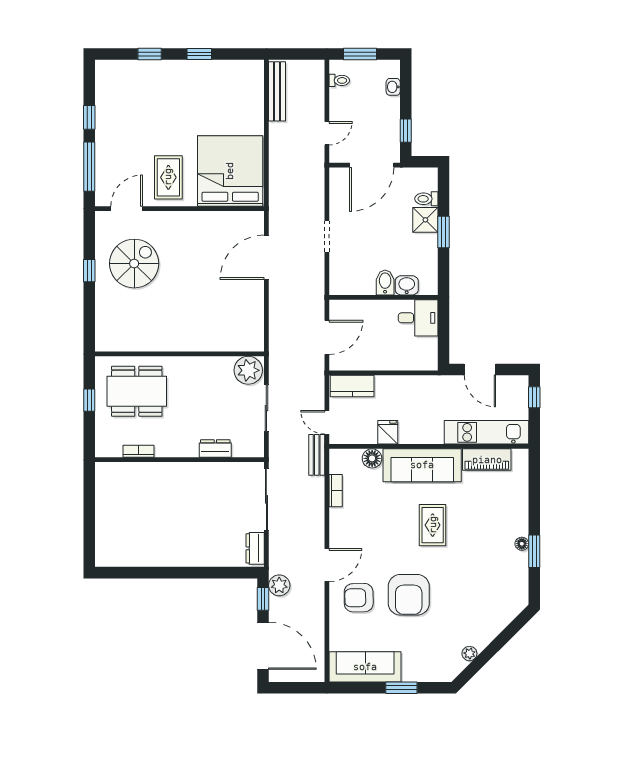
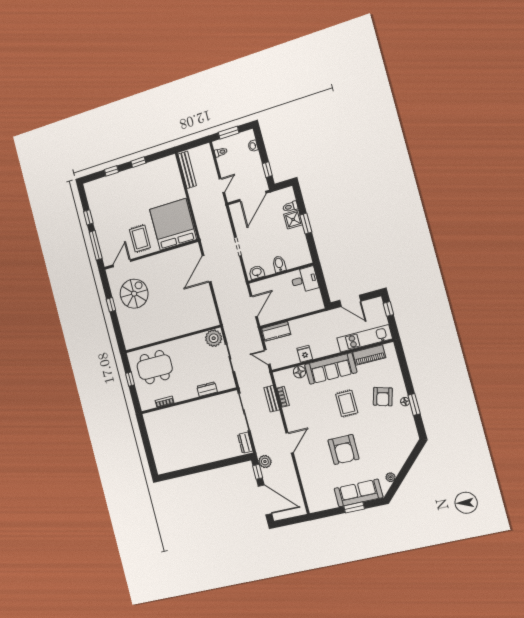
washbasin: (407, 285) -> (257, 272), moved
bench: (317, 455) -> (272, 399), moved
armchair: (359, 598) -> (383, 397), moved, turned -73
sofa: (365, 667) -> (358, 493), moved

